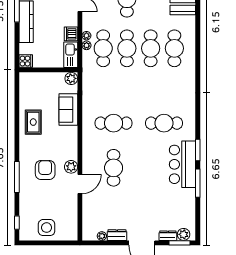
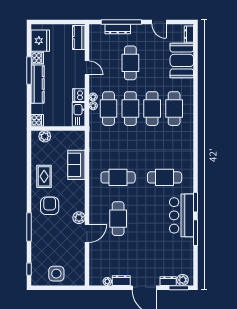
plant: (71, 78) -> (45, 136), moved
armchair: (45, 170) -> (50, 206), moved

